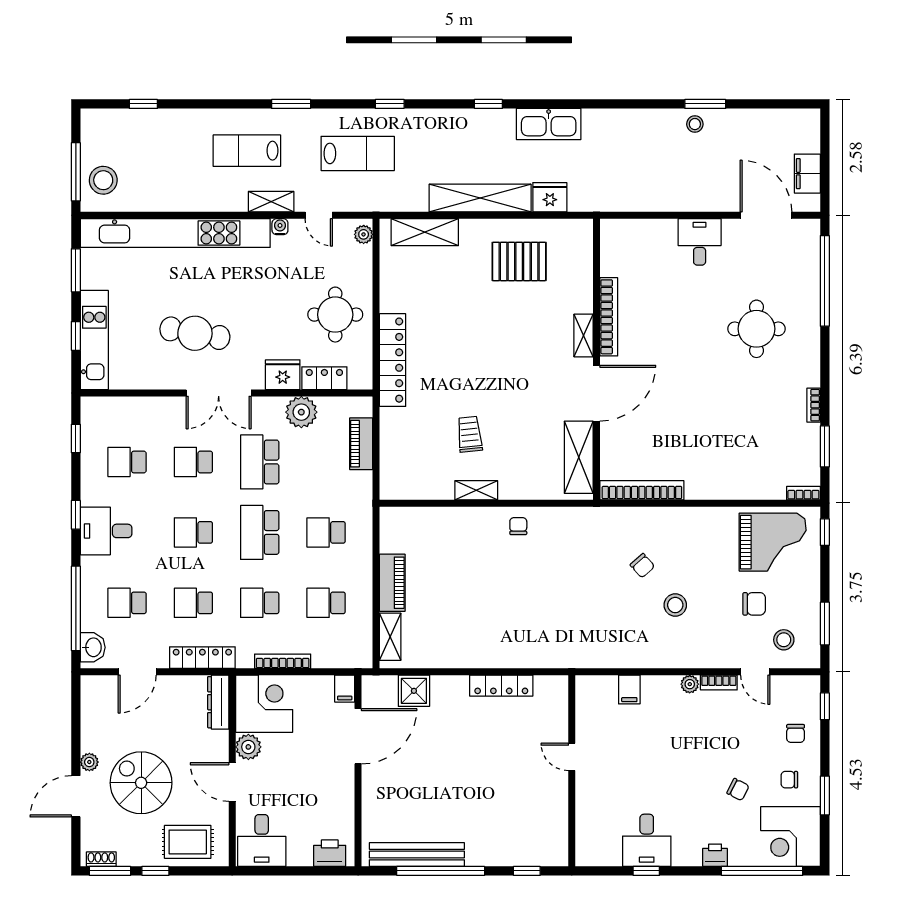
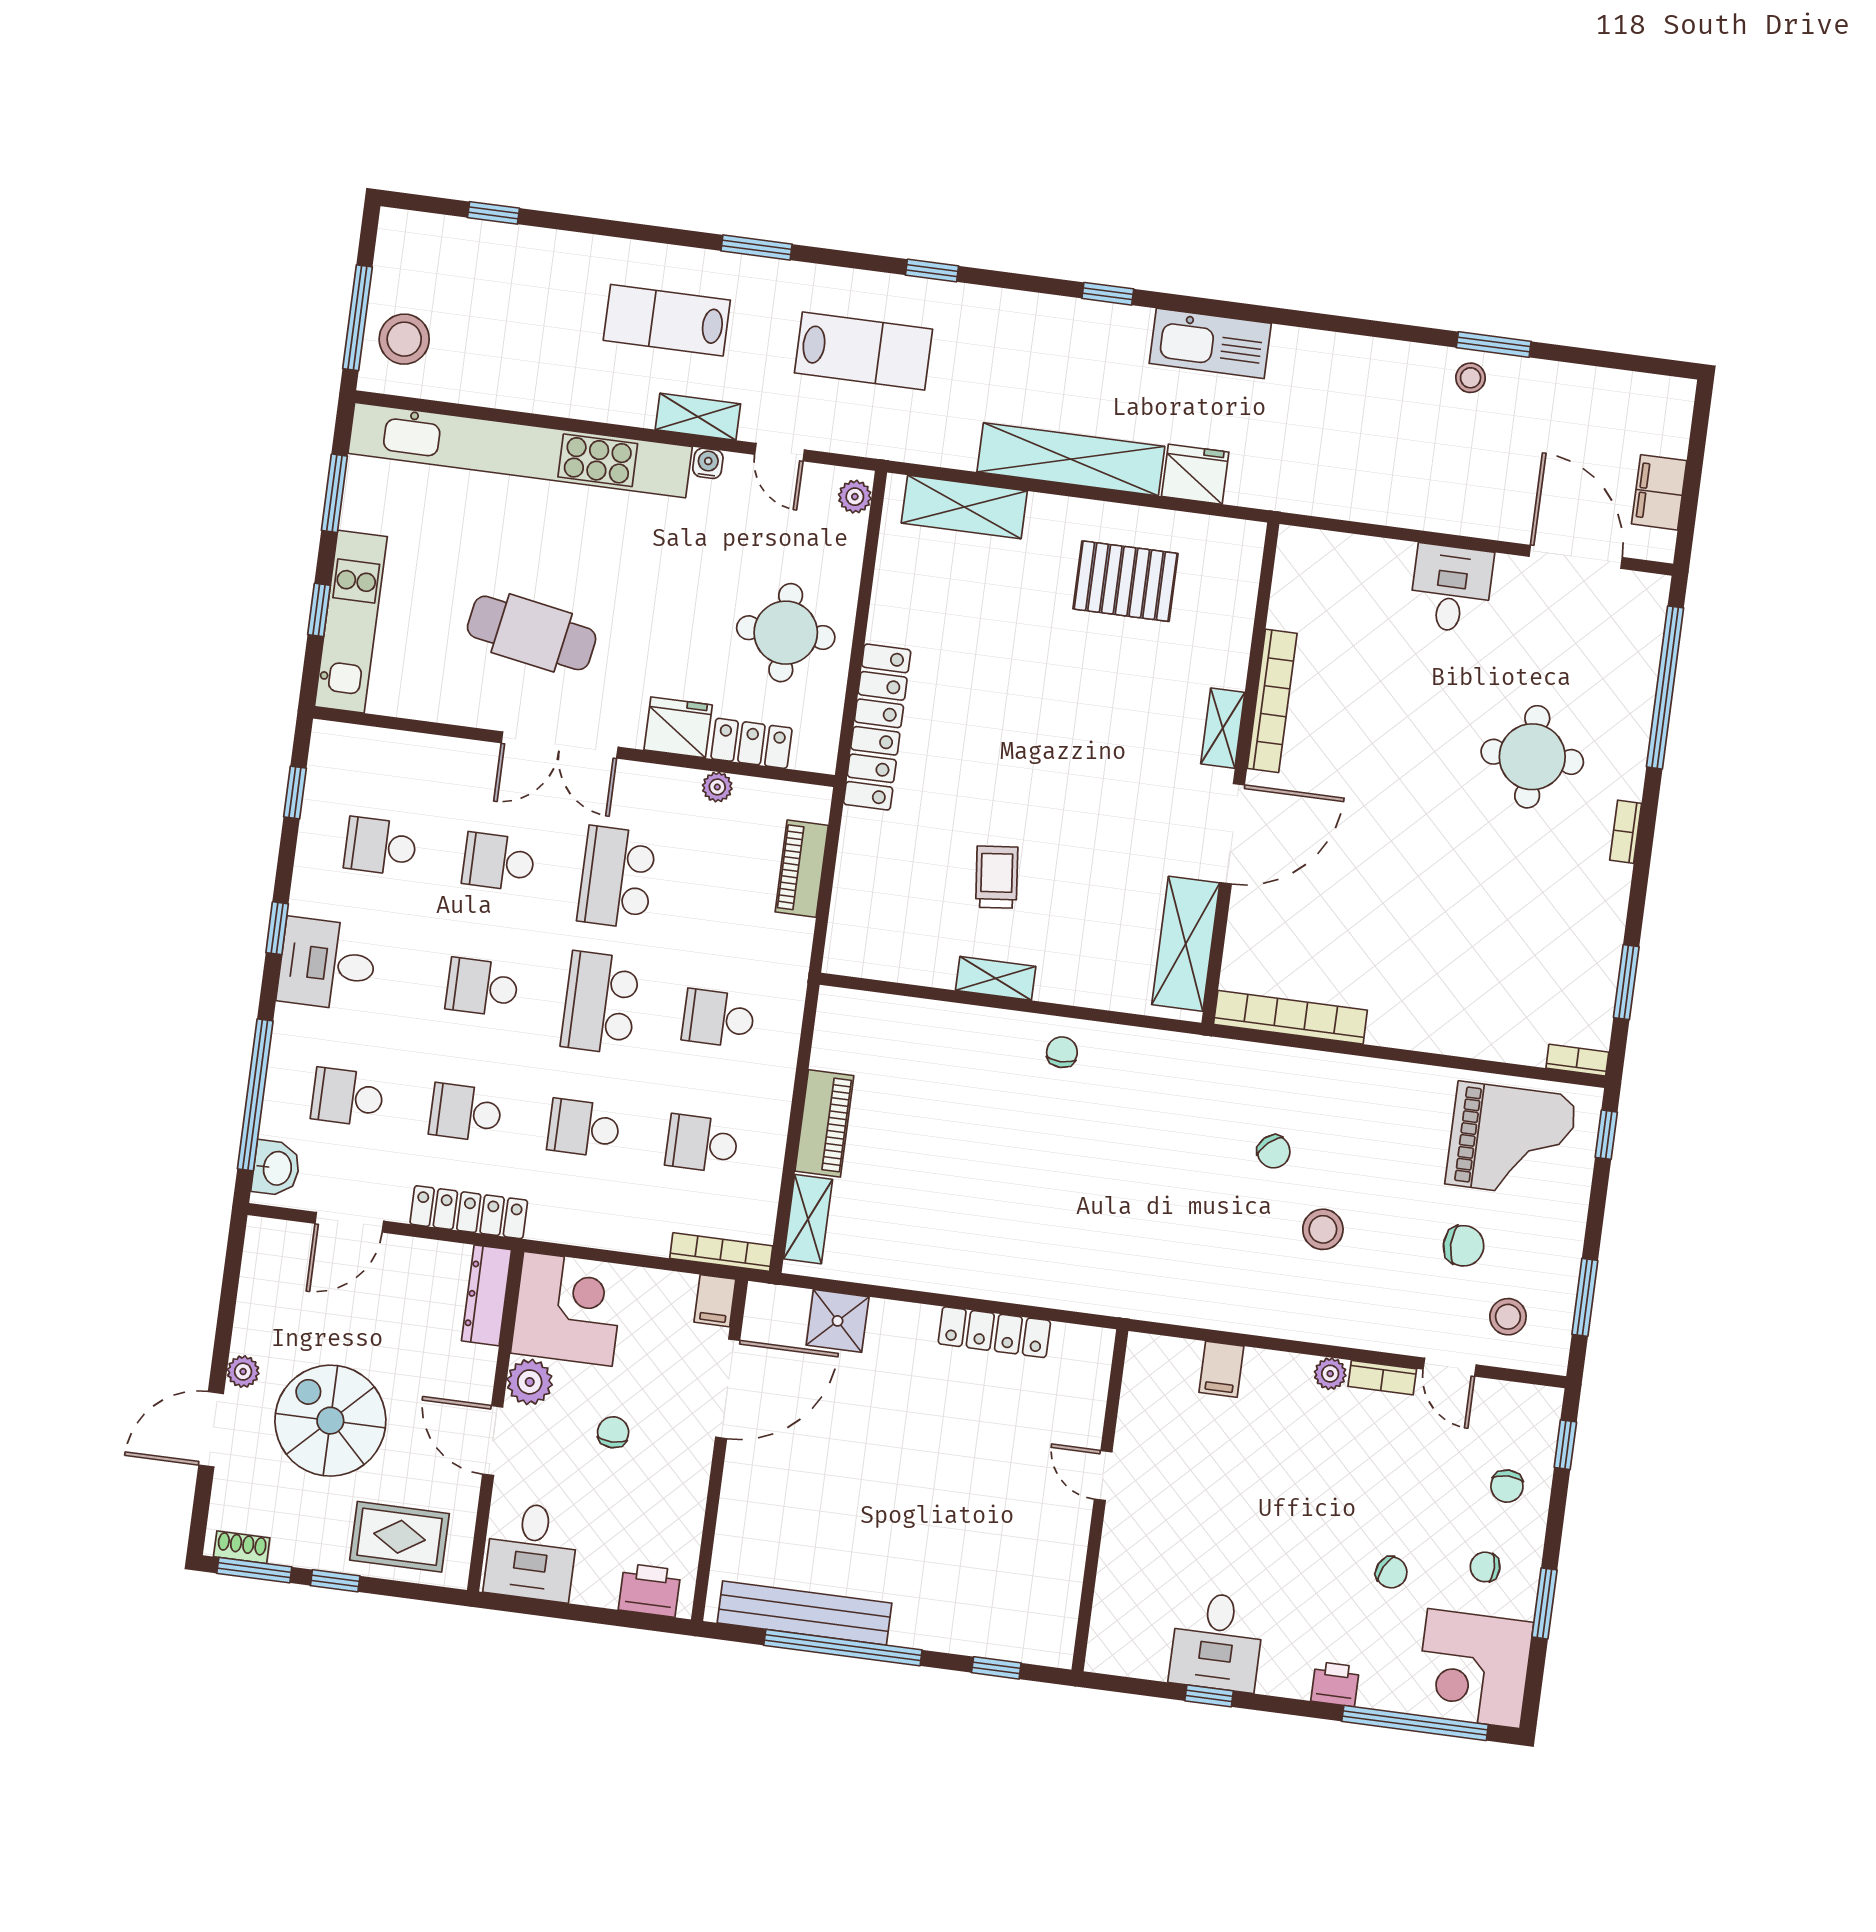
bookcase: (814, 405) -> (1626, 832), moved
plant: (301, 412) -> (717, 787), width x0.53, depth x0.53
bookcase: (283, 661) -> (721, 1252), moved
chair: (298, 769) -> (613, 1432), added

